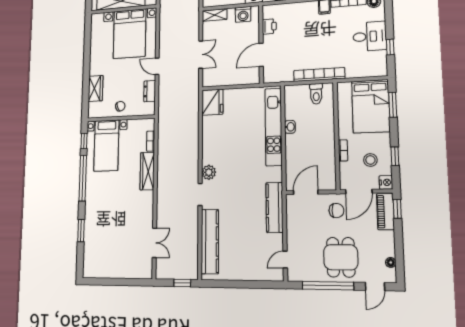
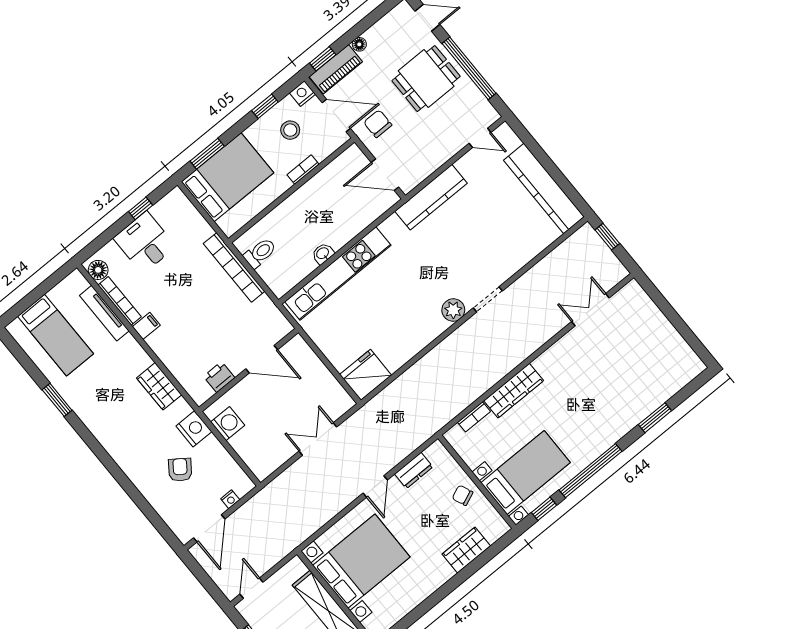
shelving: (214, 15) -> (255, 462), removed
kitchen counter: (210, 241) -> (544, 189), moved, turned -90
floor lamp: (391, 262) -> (359, 44), moved

